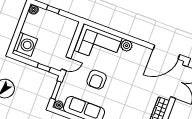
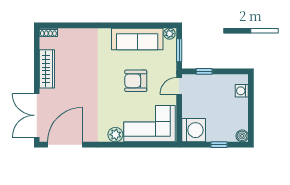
washing machine: (68, 27) -> (194, 130), added
washing machine: (25, 44) -> (242, 91), width x0.53, depth x0.53
armchair: (97, 80) -> (136, 81), turned -90

